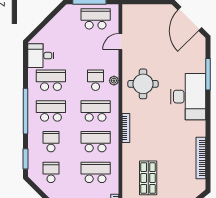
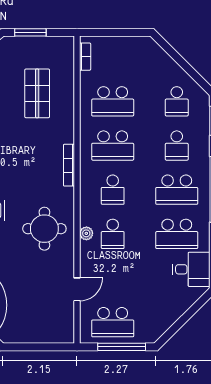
school desk: (96, 111) -> (113, 190), width x0.54

